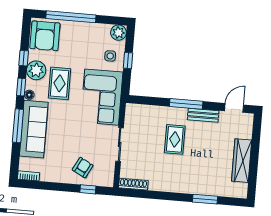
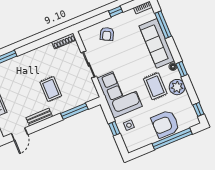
plant: (118, 33) -> (132, 145), removed
armchair: (45, 36) -> (165, 124), moved, turned -90
window: (24, 58) -> (198, 109), moved
window: (186, 104) -> (74, 111), moved
window: (18, 126) -> (163, 25), moved
window: (88, 189) -> (116, 12), moved

